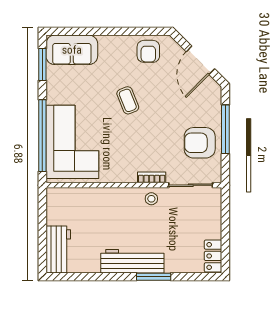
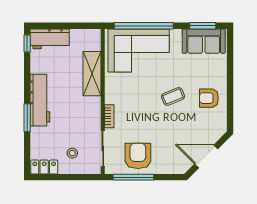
sofa: (72, 50) -> (204, 41), moved, turned -90
armchair: (148, 51) -> (209, 98), moved
window: (225, 129) -> (133, 177), moved
shelving: (100, 198) -> (92, 74), added
stool: (151, 199) -> (72, 153), moved
window: (64, 277) -> (27, 44), added

